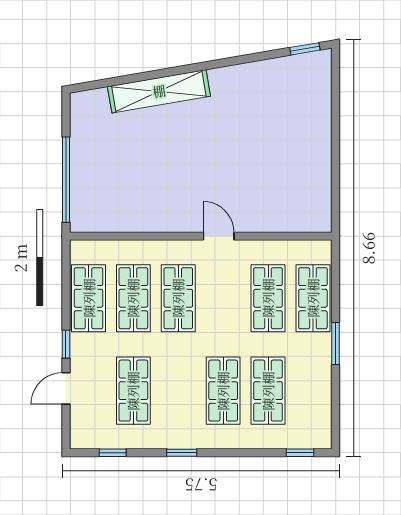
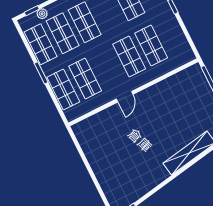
door: (219, 236) -> (125, 97), hinge flipped
shop shelf: (89, 298) -> (41, 44), moved
plant: (286, 440) -> (42, 14), added

